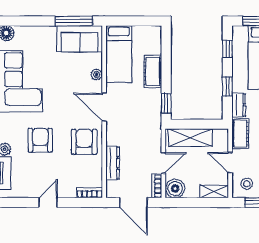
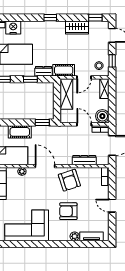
door: (104, 107) -> (45, 166), swing flipped
shelving: (190, 137) -> (66, 94), moved
armchair: (84, 142) -> (69, 180), turned -108

